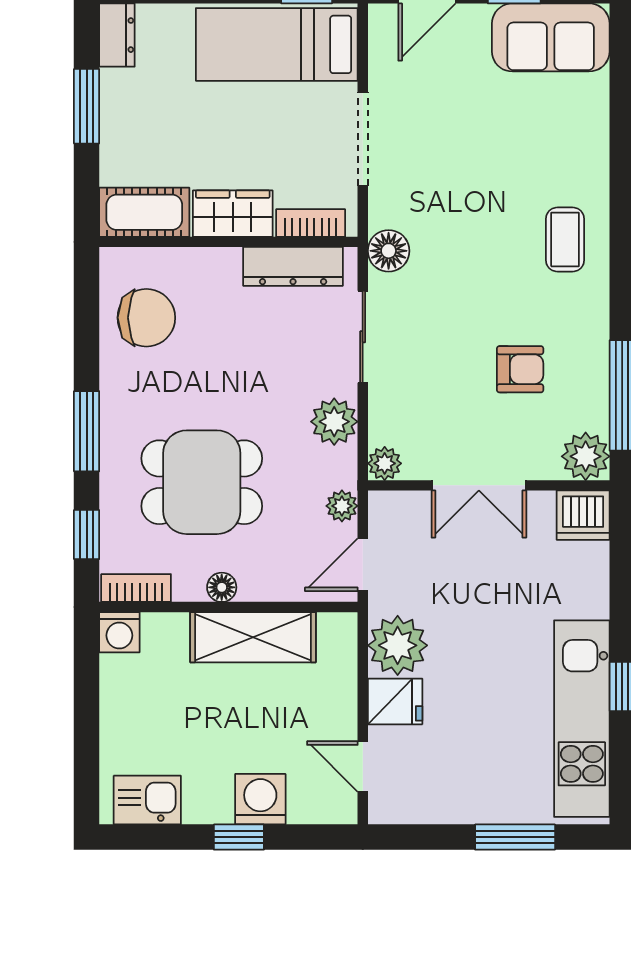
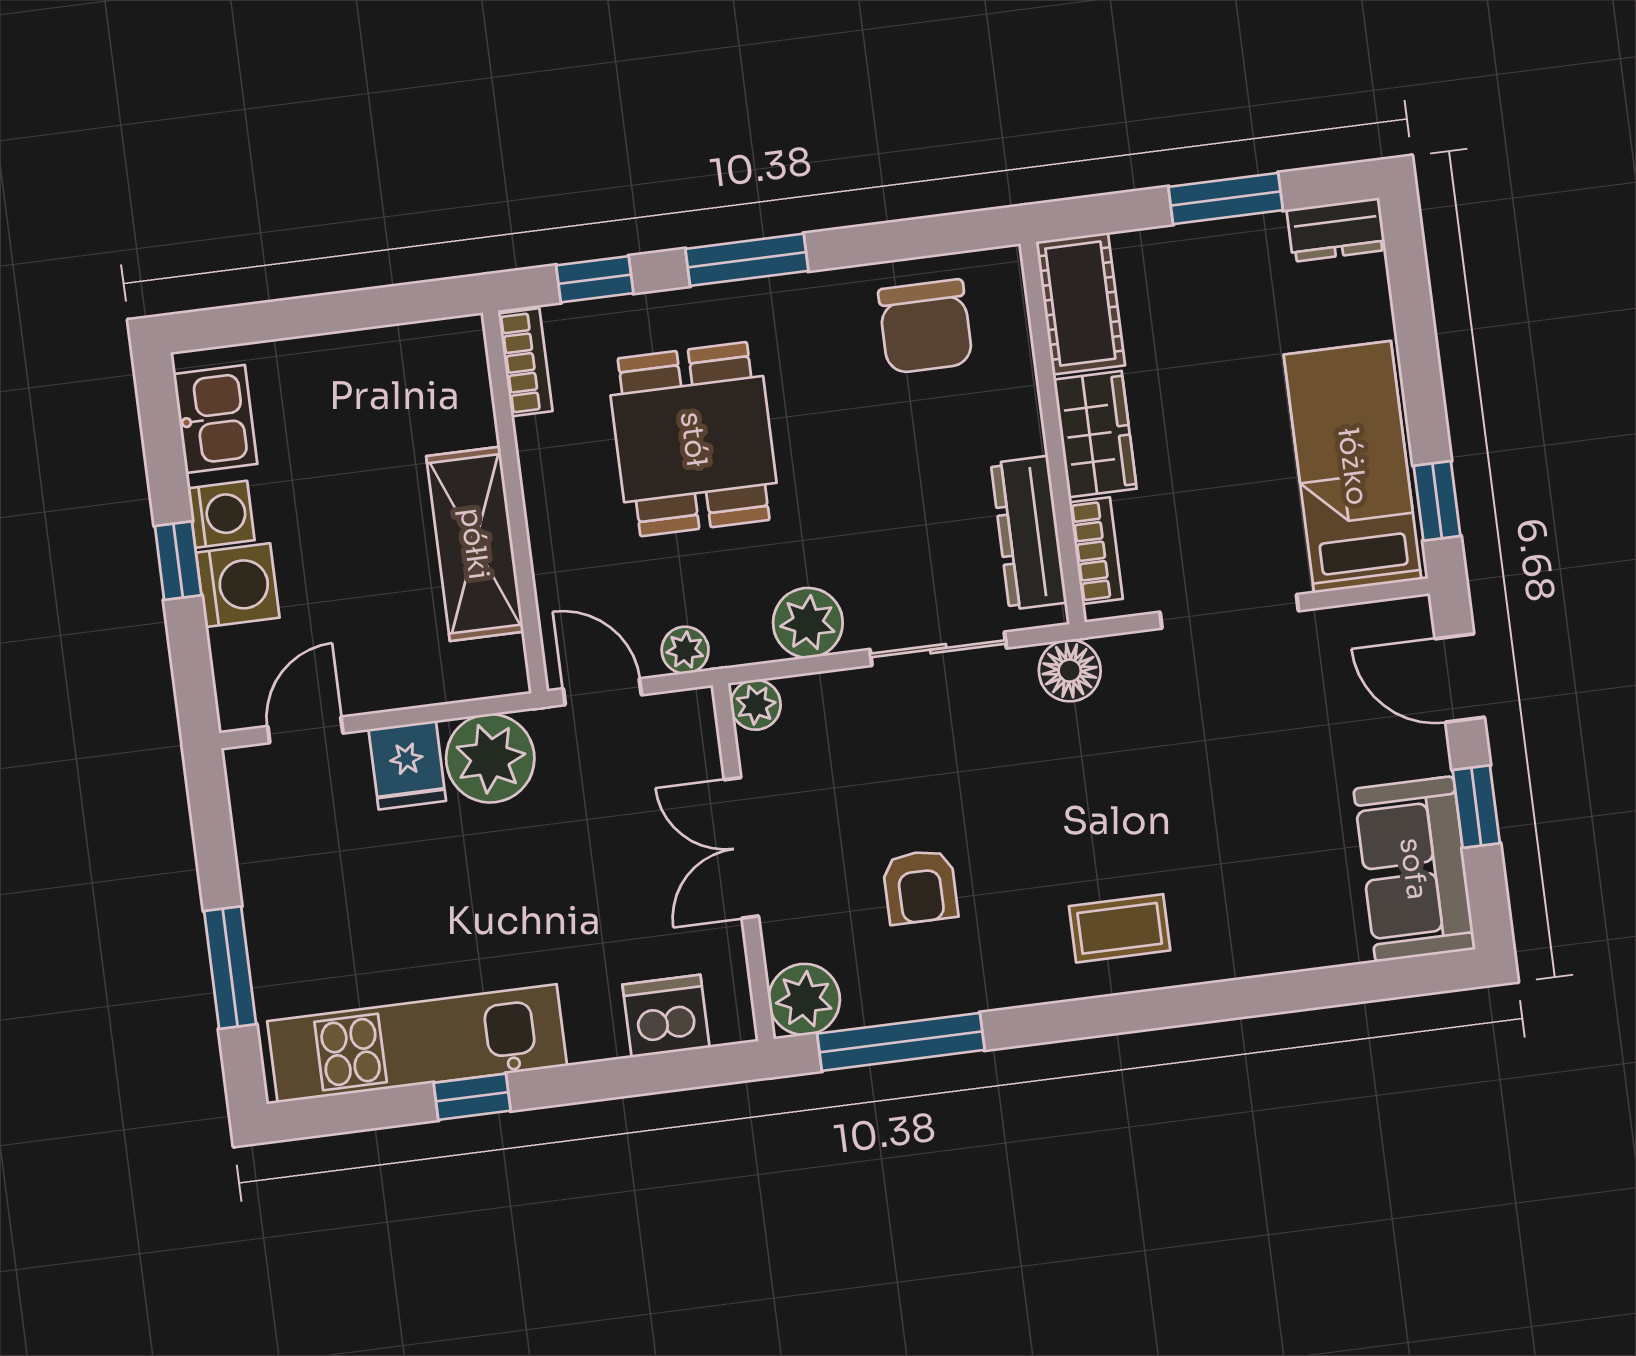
dishwasher: (583, 515) -> (666, 1016), moved, turned 90
floor lamp: (222, 587) -> (543, 488), removed
washing machine: (119, 632) -> (221, 514), moved, turned 180

